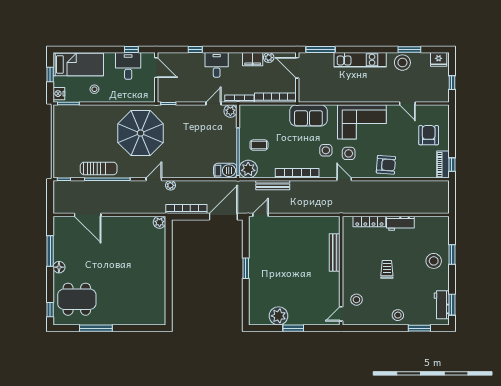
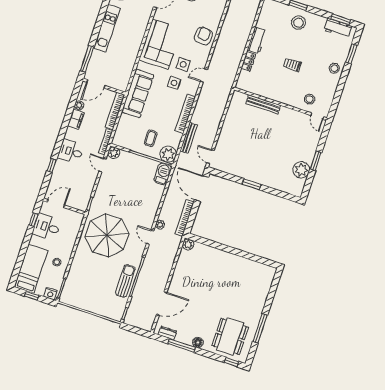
sofa: (308, 115) -> (138, 94), width x1.36
locker: (369, 221) -> (248, 61), width x0.66
dresser: (58, 231) -> (167, 333), added

